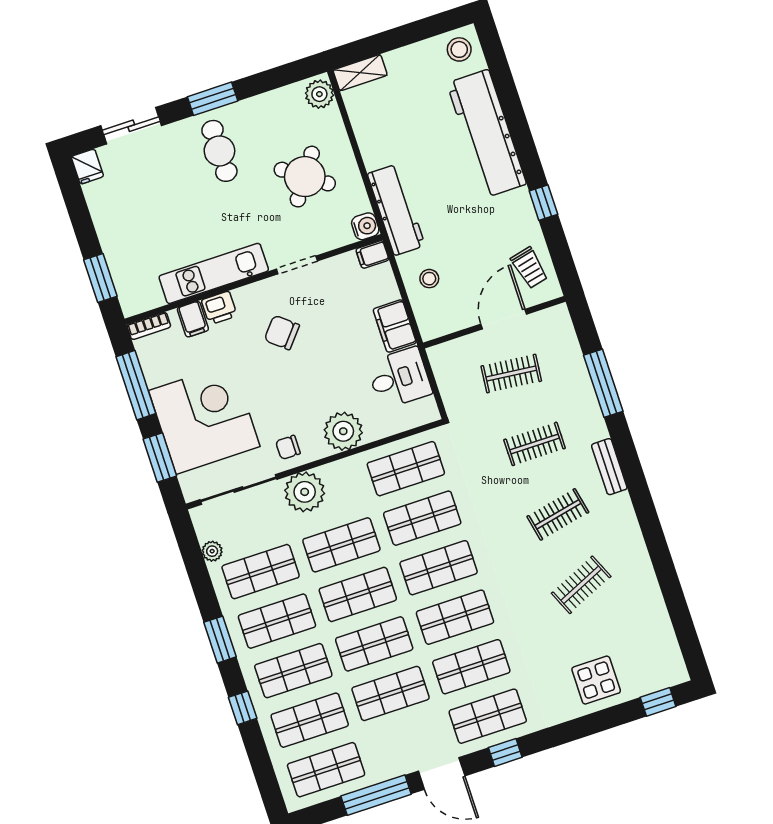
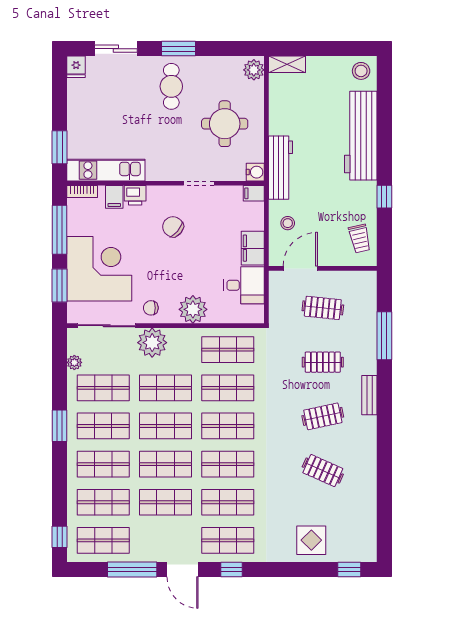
round table: (305, 177) -> (225, 124), turned -35
kitchen unit: (214, 273) -> (106, 170), moved
door: (504, 319) -> (300, 268), moved
clothes rail: (581, 585) -> (323, 471), turned 48
window: (243, 708) -> (60, 537), moved

